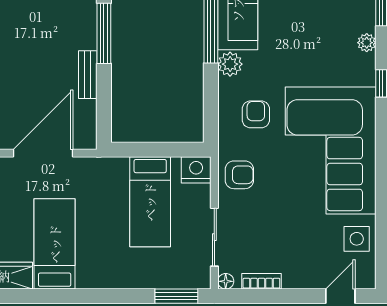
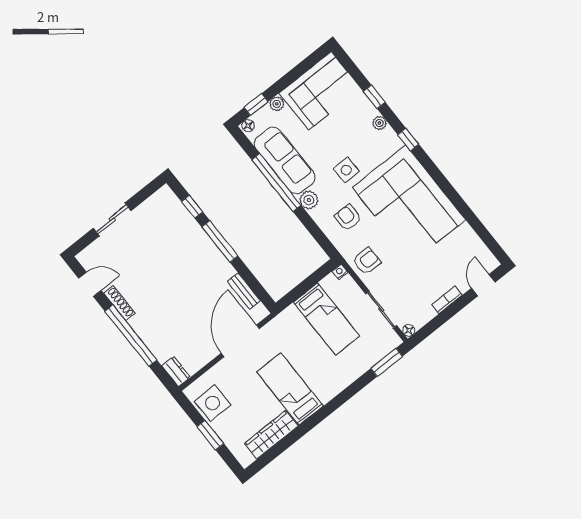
bench: (88, 75) -> (244, 291), moved
nightstand: (196, 170) -> (340, 272), width x0.53, depth x0.56
side table: (357, 239) -> (346, 170), moved
bookcase: (261, 281) -> (447, 300), moved

